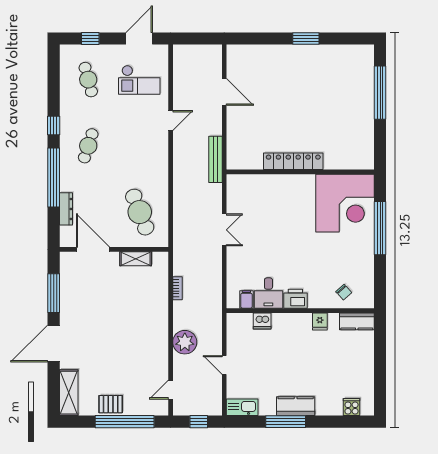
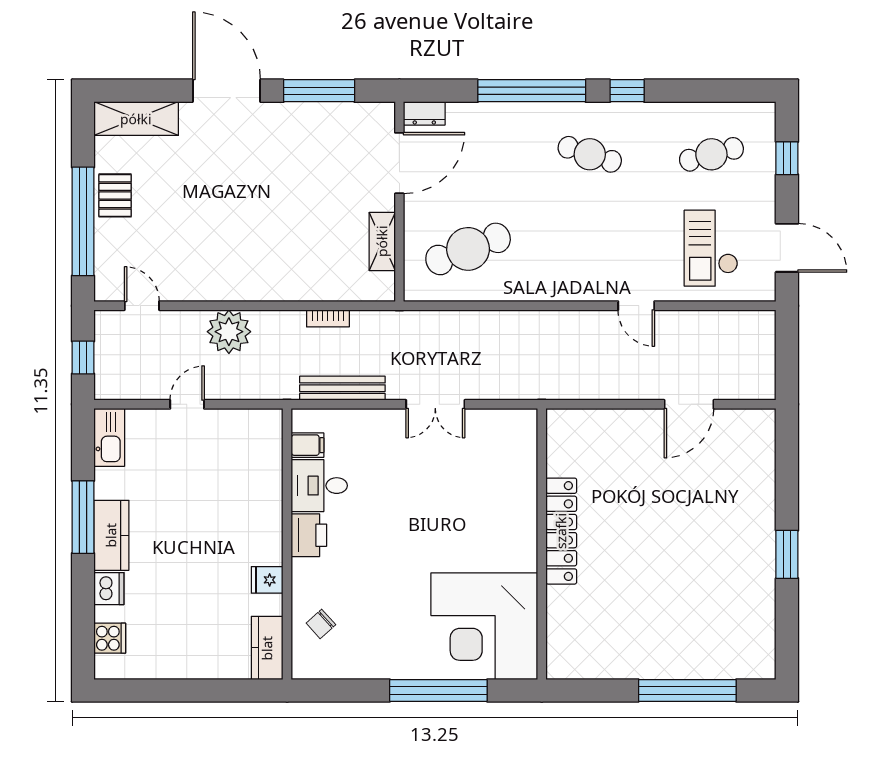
bench: (215, 159) -> (342, 388), moved
dresser: (66, 209) -> (424, 113), moved, width x0.70
dishwasher: (262, 321) -> (109, 589), moved, turned 180

